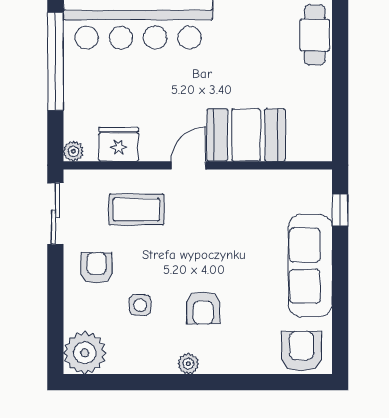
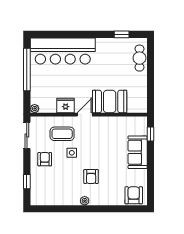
fridge: (119, 144) -> (66, 105), moved
sofa: (310, 266) -> (138, 152), width x0.73
side table: (140, 305) -> (72, 153), moved
window: (55, 320) -> (27, 182), added
plant: (85, 353) -> (40, 196), removed

